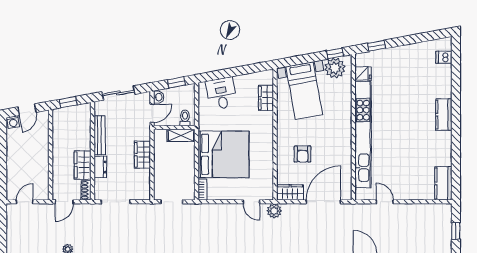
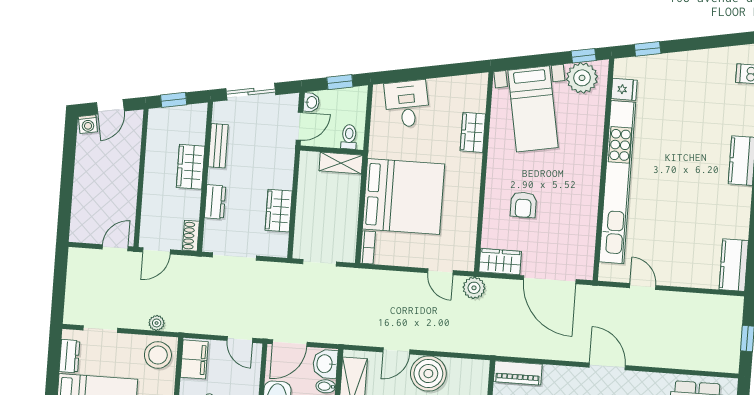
wardrobe: (266, 98) -> (473, 132), moved
bench: (100, 135) -> (218, 146), width x0.73
wardrobe: (142, 155) -> (279, 211), moved
wardrobe: (83, 165) -> (191, 167), moved
door: (25, 202) -> (115, 248), moved
door: (323, 202) -> (550, 280), swing flipped

